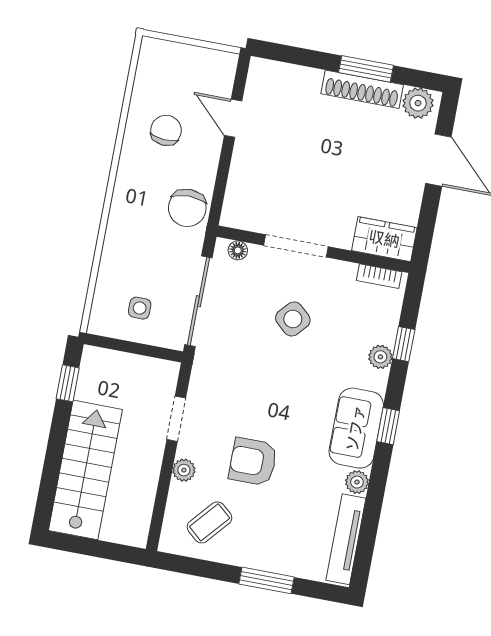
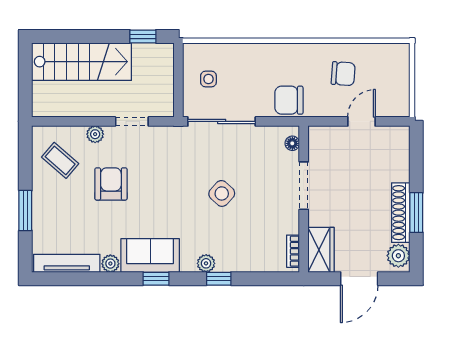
wardrobe: (384, 239) -> (321, 250), moved
doorway: (296, 246) -> (304, 186), moved
wall: (313, 249) -> (304, 199), moved
floor lamp: (238, 250) -> (292, 143), moved
bookcase: (379, 276) -> (293, 251), moved

